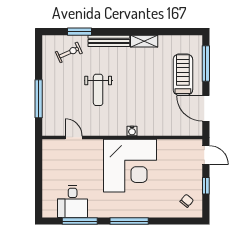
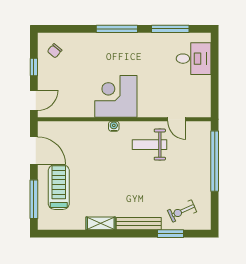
treadmill: (183, 75) -> (59, 187), turned 180
weight bench: (98, 90) -> (150, 145), moved, turned -90
window: (39, 99) -> (215, 161), width x1.46
door: (206, 155) -> (34, 100), swing flipped
corner desk: (130, 166) -> (116, 96), width x0.74, depth x0.74
desk: (73, 202) -> (194, 59), moved, turned 90

